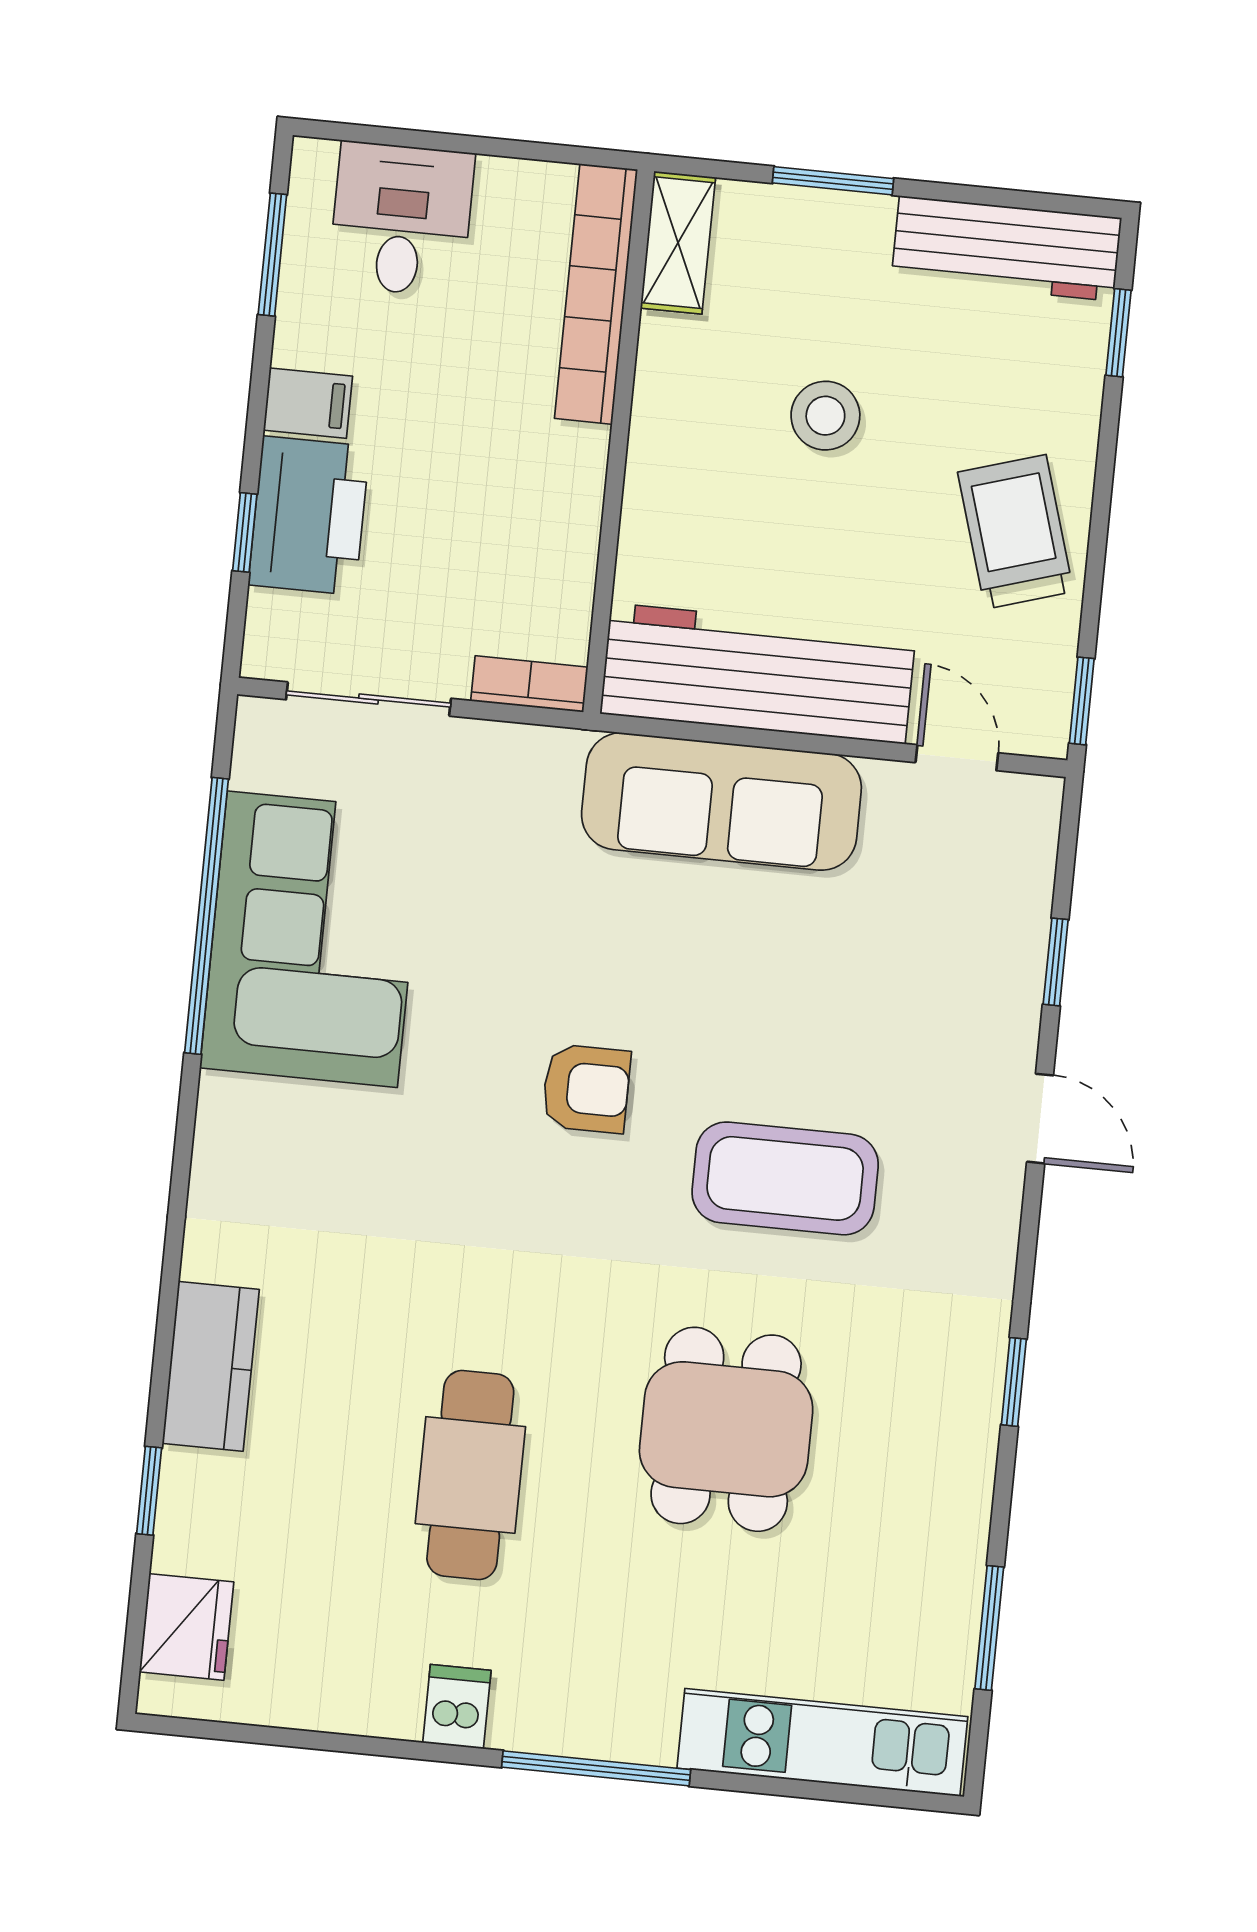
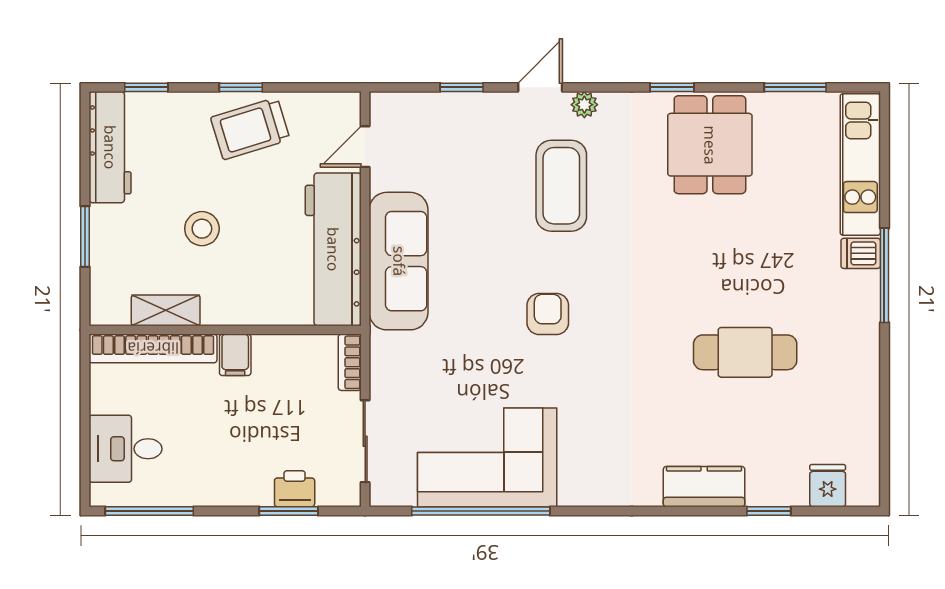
shelving: (678, 243) -> (166, 310), moved
window: (272, 255) -> (149, 511), width x1.44
filing cabinet: (308, 403) -> (235, 355), moved, turned 180
printer: (309, 516) -> (295, 489), width x0.53, depth x0.68
window: (245, 532) -> (289, 511), width x1.50
window: (1082, 701) -> (241, 87), moved
coffee table: (785, 1178) -> (561, 186), moved
plant: (997, 1203) -> (584, 105), added
dining table: (726, 1429) -> (710, 145), moved, turned 90
fridge: (187, 1627) -> (828, 486), width x0.72
dishwasher: (457, 1707) -> (861, 253), moved

